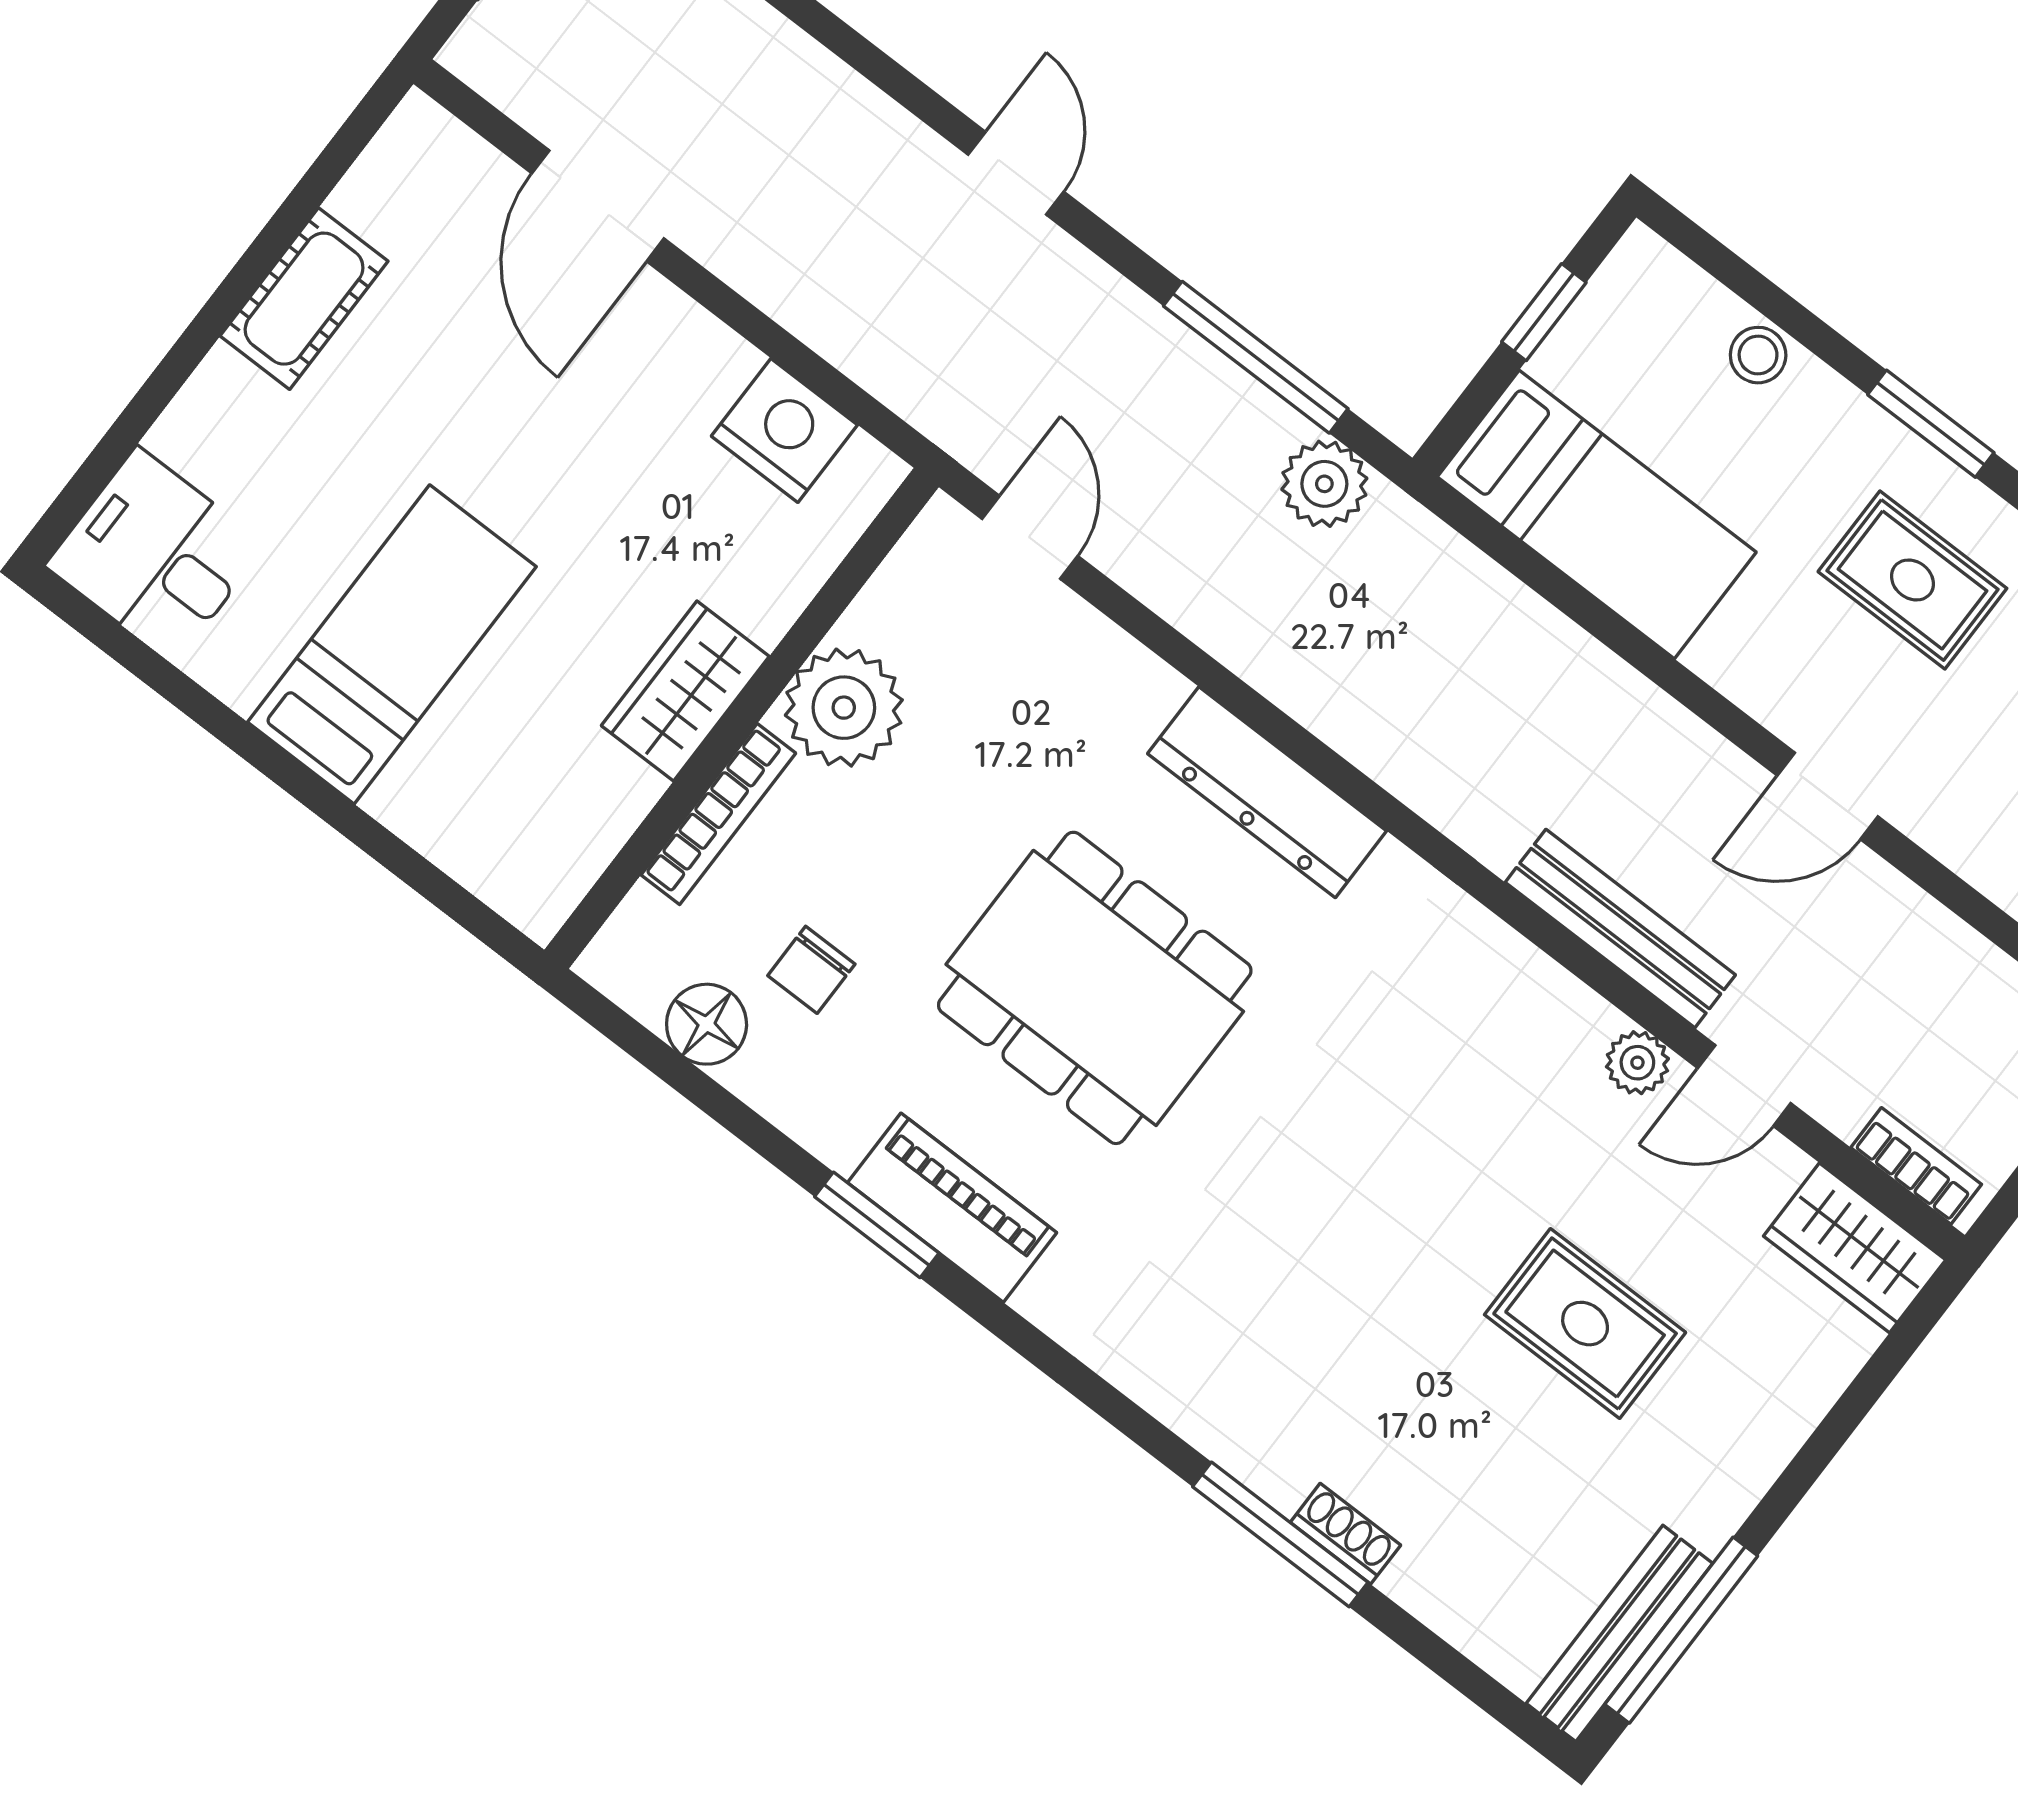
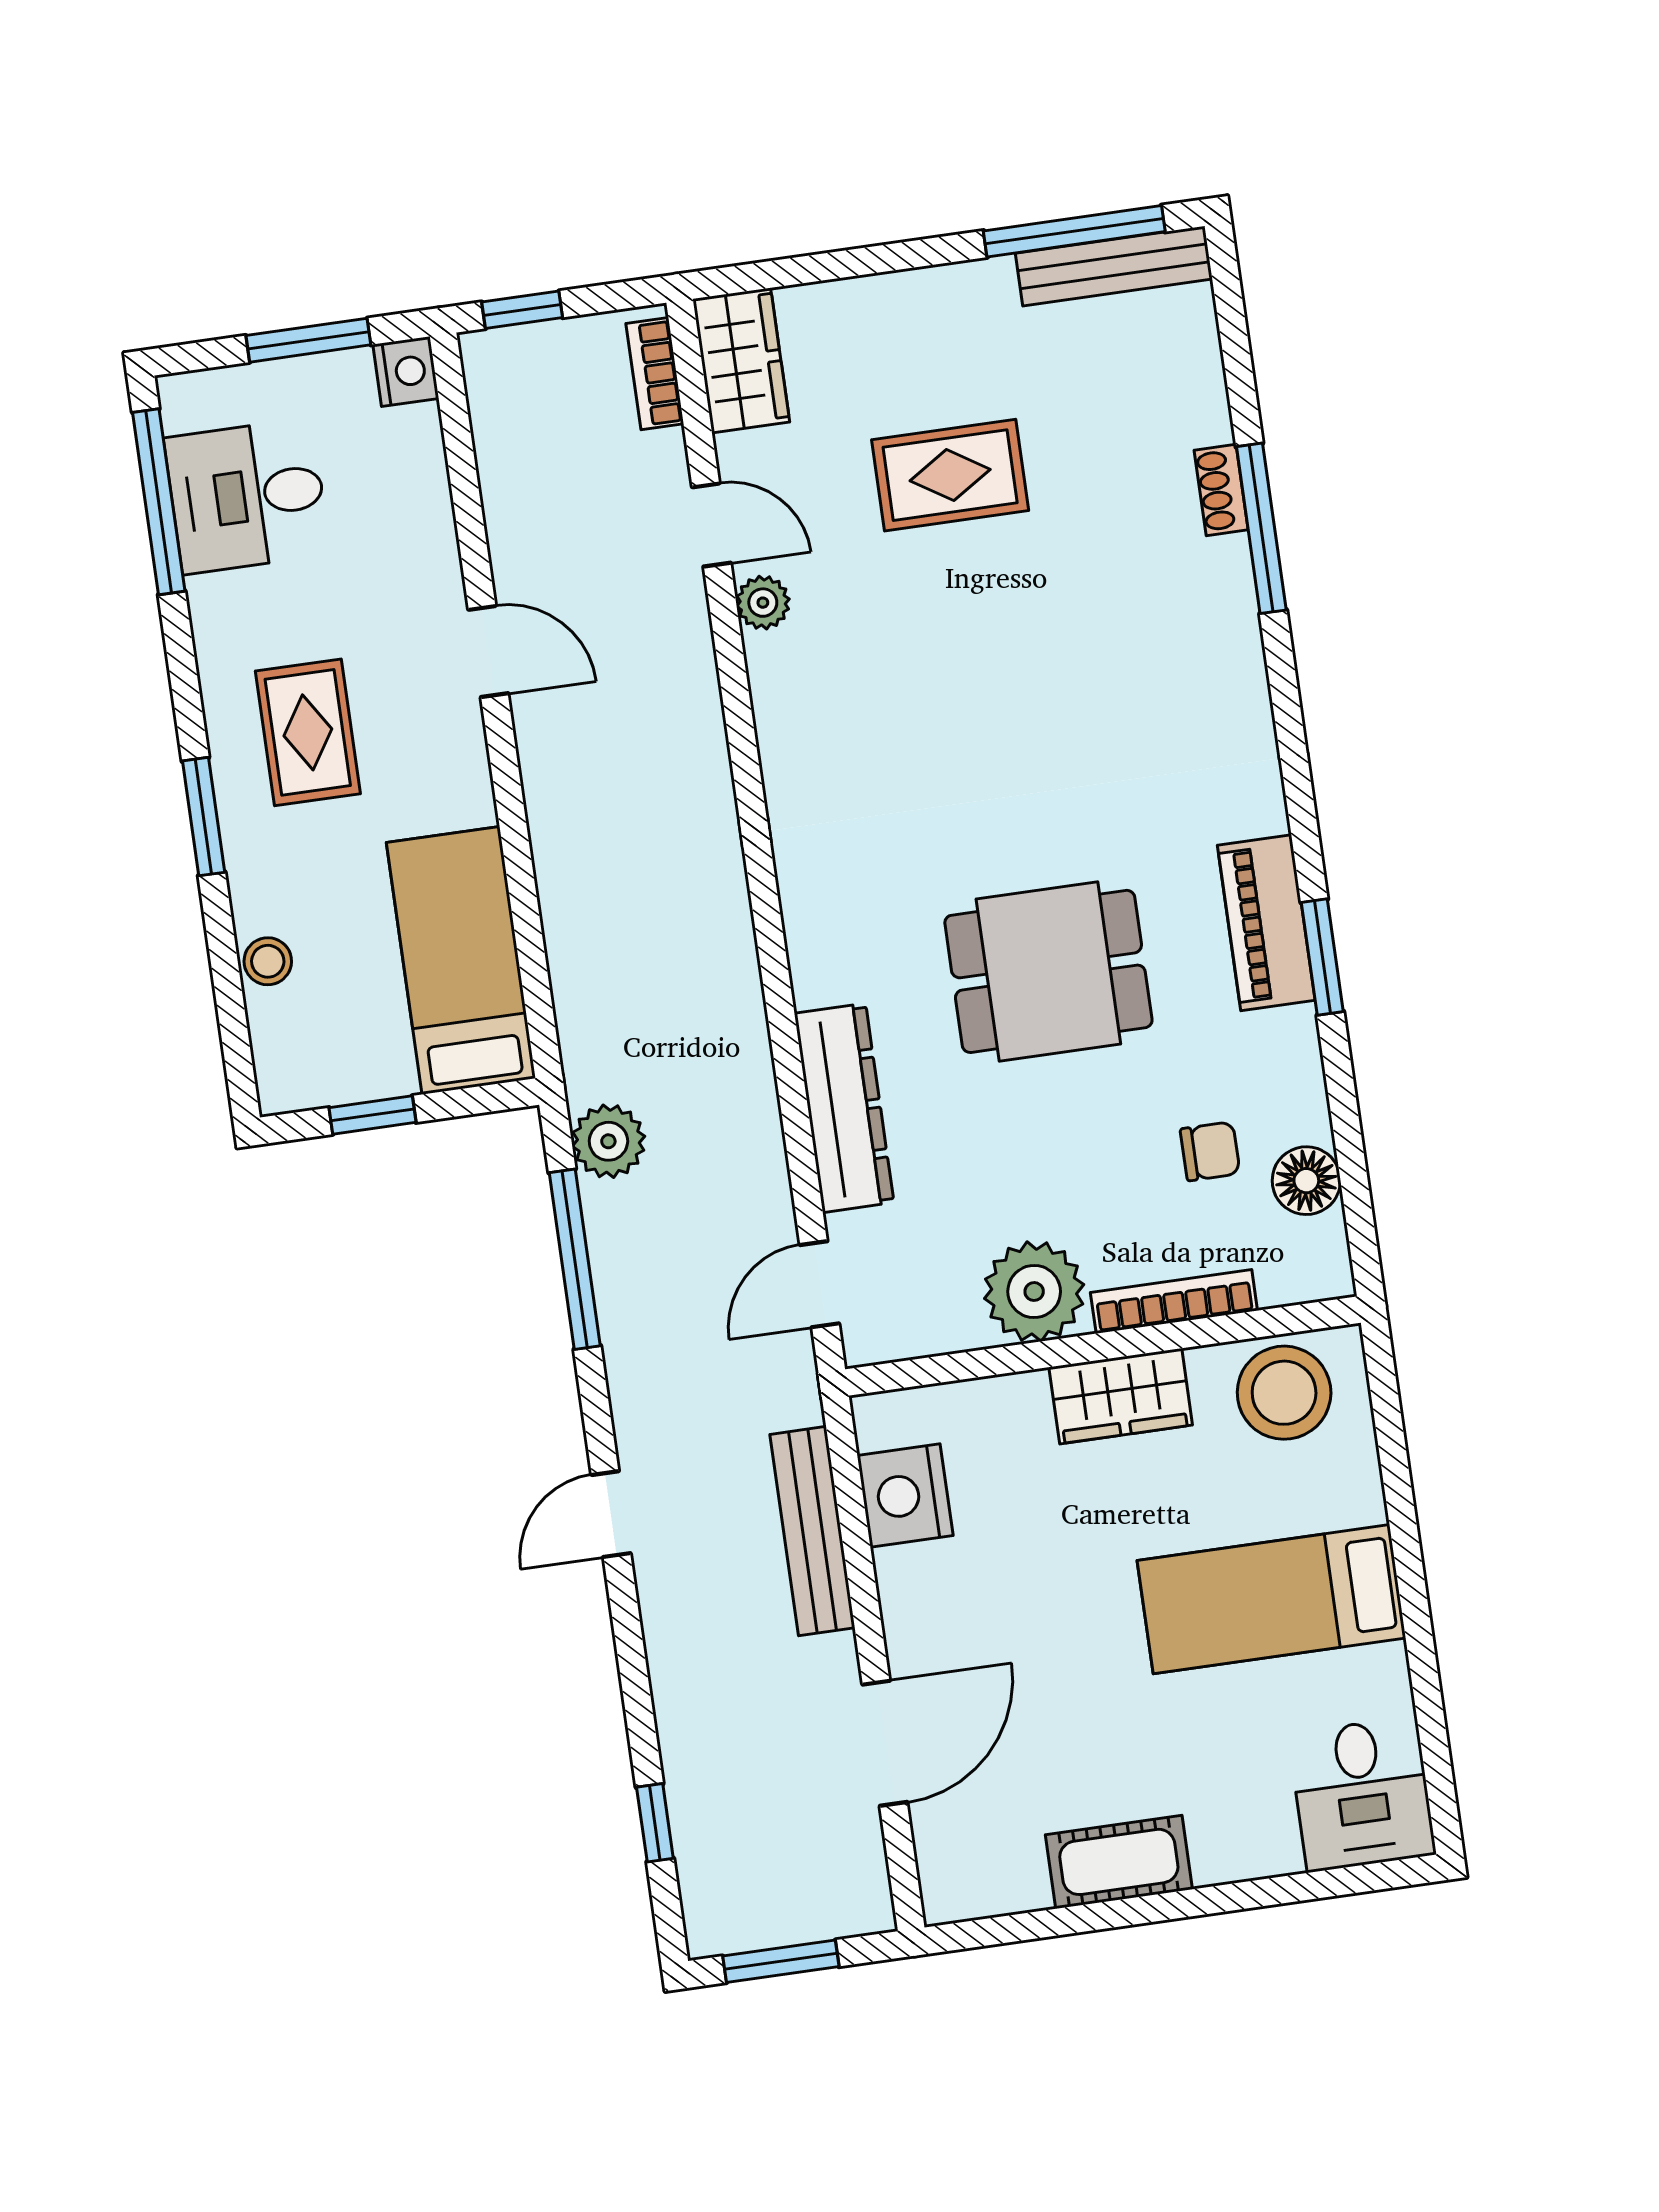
dresser: (1267, 792) -> (844, 1108), moved
stool: (551, 828) -> (1284, 1393), added
bench: (1620, 929) -> (812, 1531), moved
dining table: (1095, 988) -> (1048, 971), width x0.73
rug: (1585, 1324) -> (950, 475), turned 90

